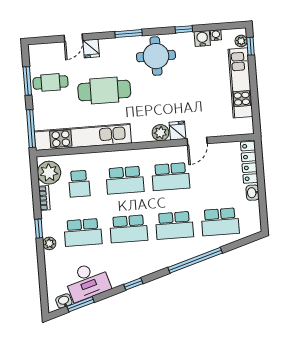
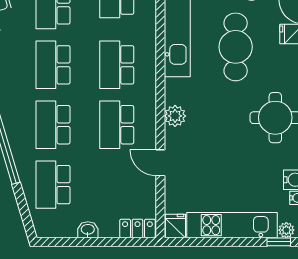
fridge: (177, 131) -> (175, 226), moved, turned -90
locker: (249, 162) -> (137, 228), width x0.66

